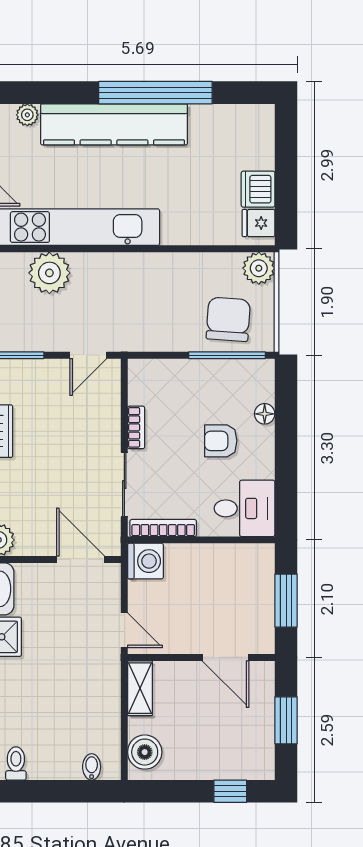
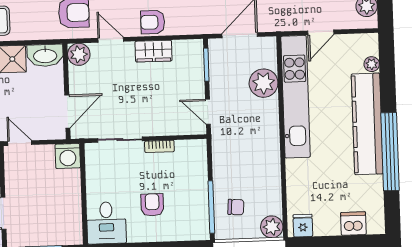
dishwasher: (258, 189) -> (353, 224), moved
chair: (228, 319) -> (236, 207), width x0.54, depth x0.54
floor lamp: (265, 414) -> (172, 234), removed
bookcase: (163, 528) -> (91, 167), removed
door: (124, 630) -> (20, 143), swing flipped

